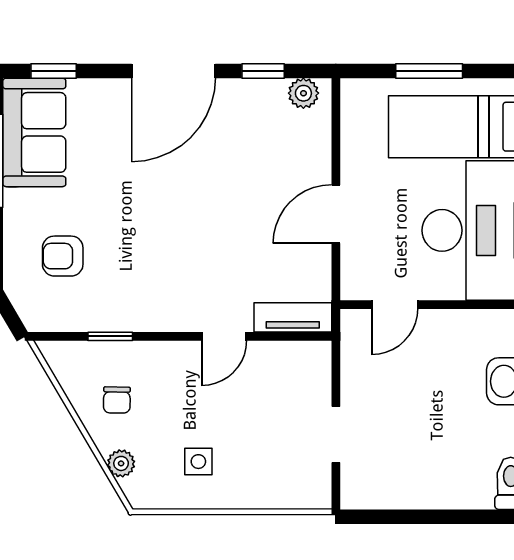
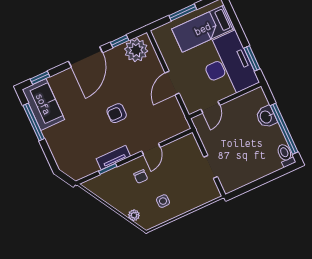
plant: (303, 93) -> (136, 50), width x1.87, depth x1.87
armchair: (63, 256) -> (117, 113), moved
tv unit: (293, 317) -> (113, 157), moved
chair: (117, 400) -> (141, 177), moved

